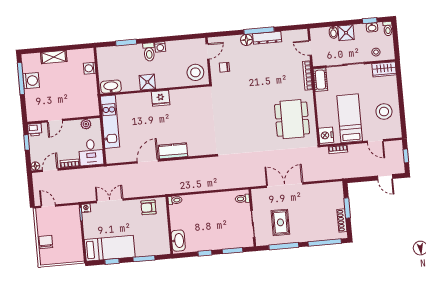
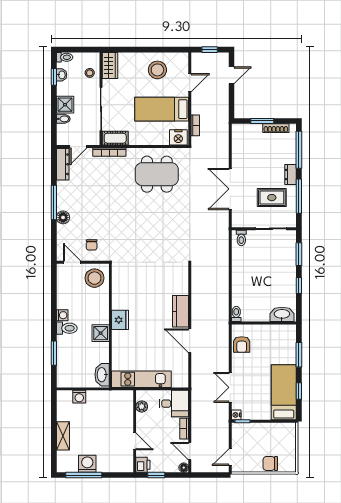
dresser: (267, 38) -> (63, 164), moved
dresser: (302, 237) -> (290, 175), added

